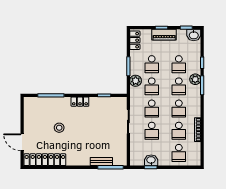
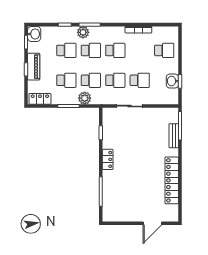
stool: (59, 128) -> (136, 182), removed
school desk: (179, 131) -> (140, 50), removed
locker: (45, 160) -> (172, 180), moved

